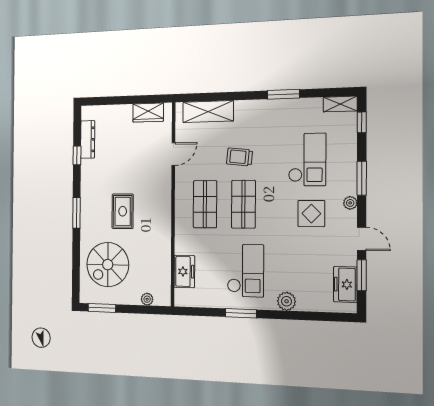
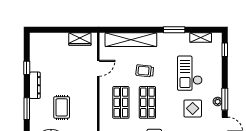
shelving: (340, 104) -> (201, 37), moved
shelving: (208, 112) -> (131, 40), width x1.47
dresser: (88, 139) -> (35, 85), moved
checkout: (307, 160) -> (190, 73), turned 180
window: (362, 178) -> (225, 99), moved

